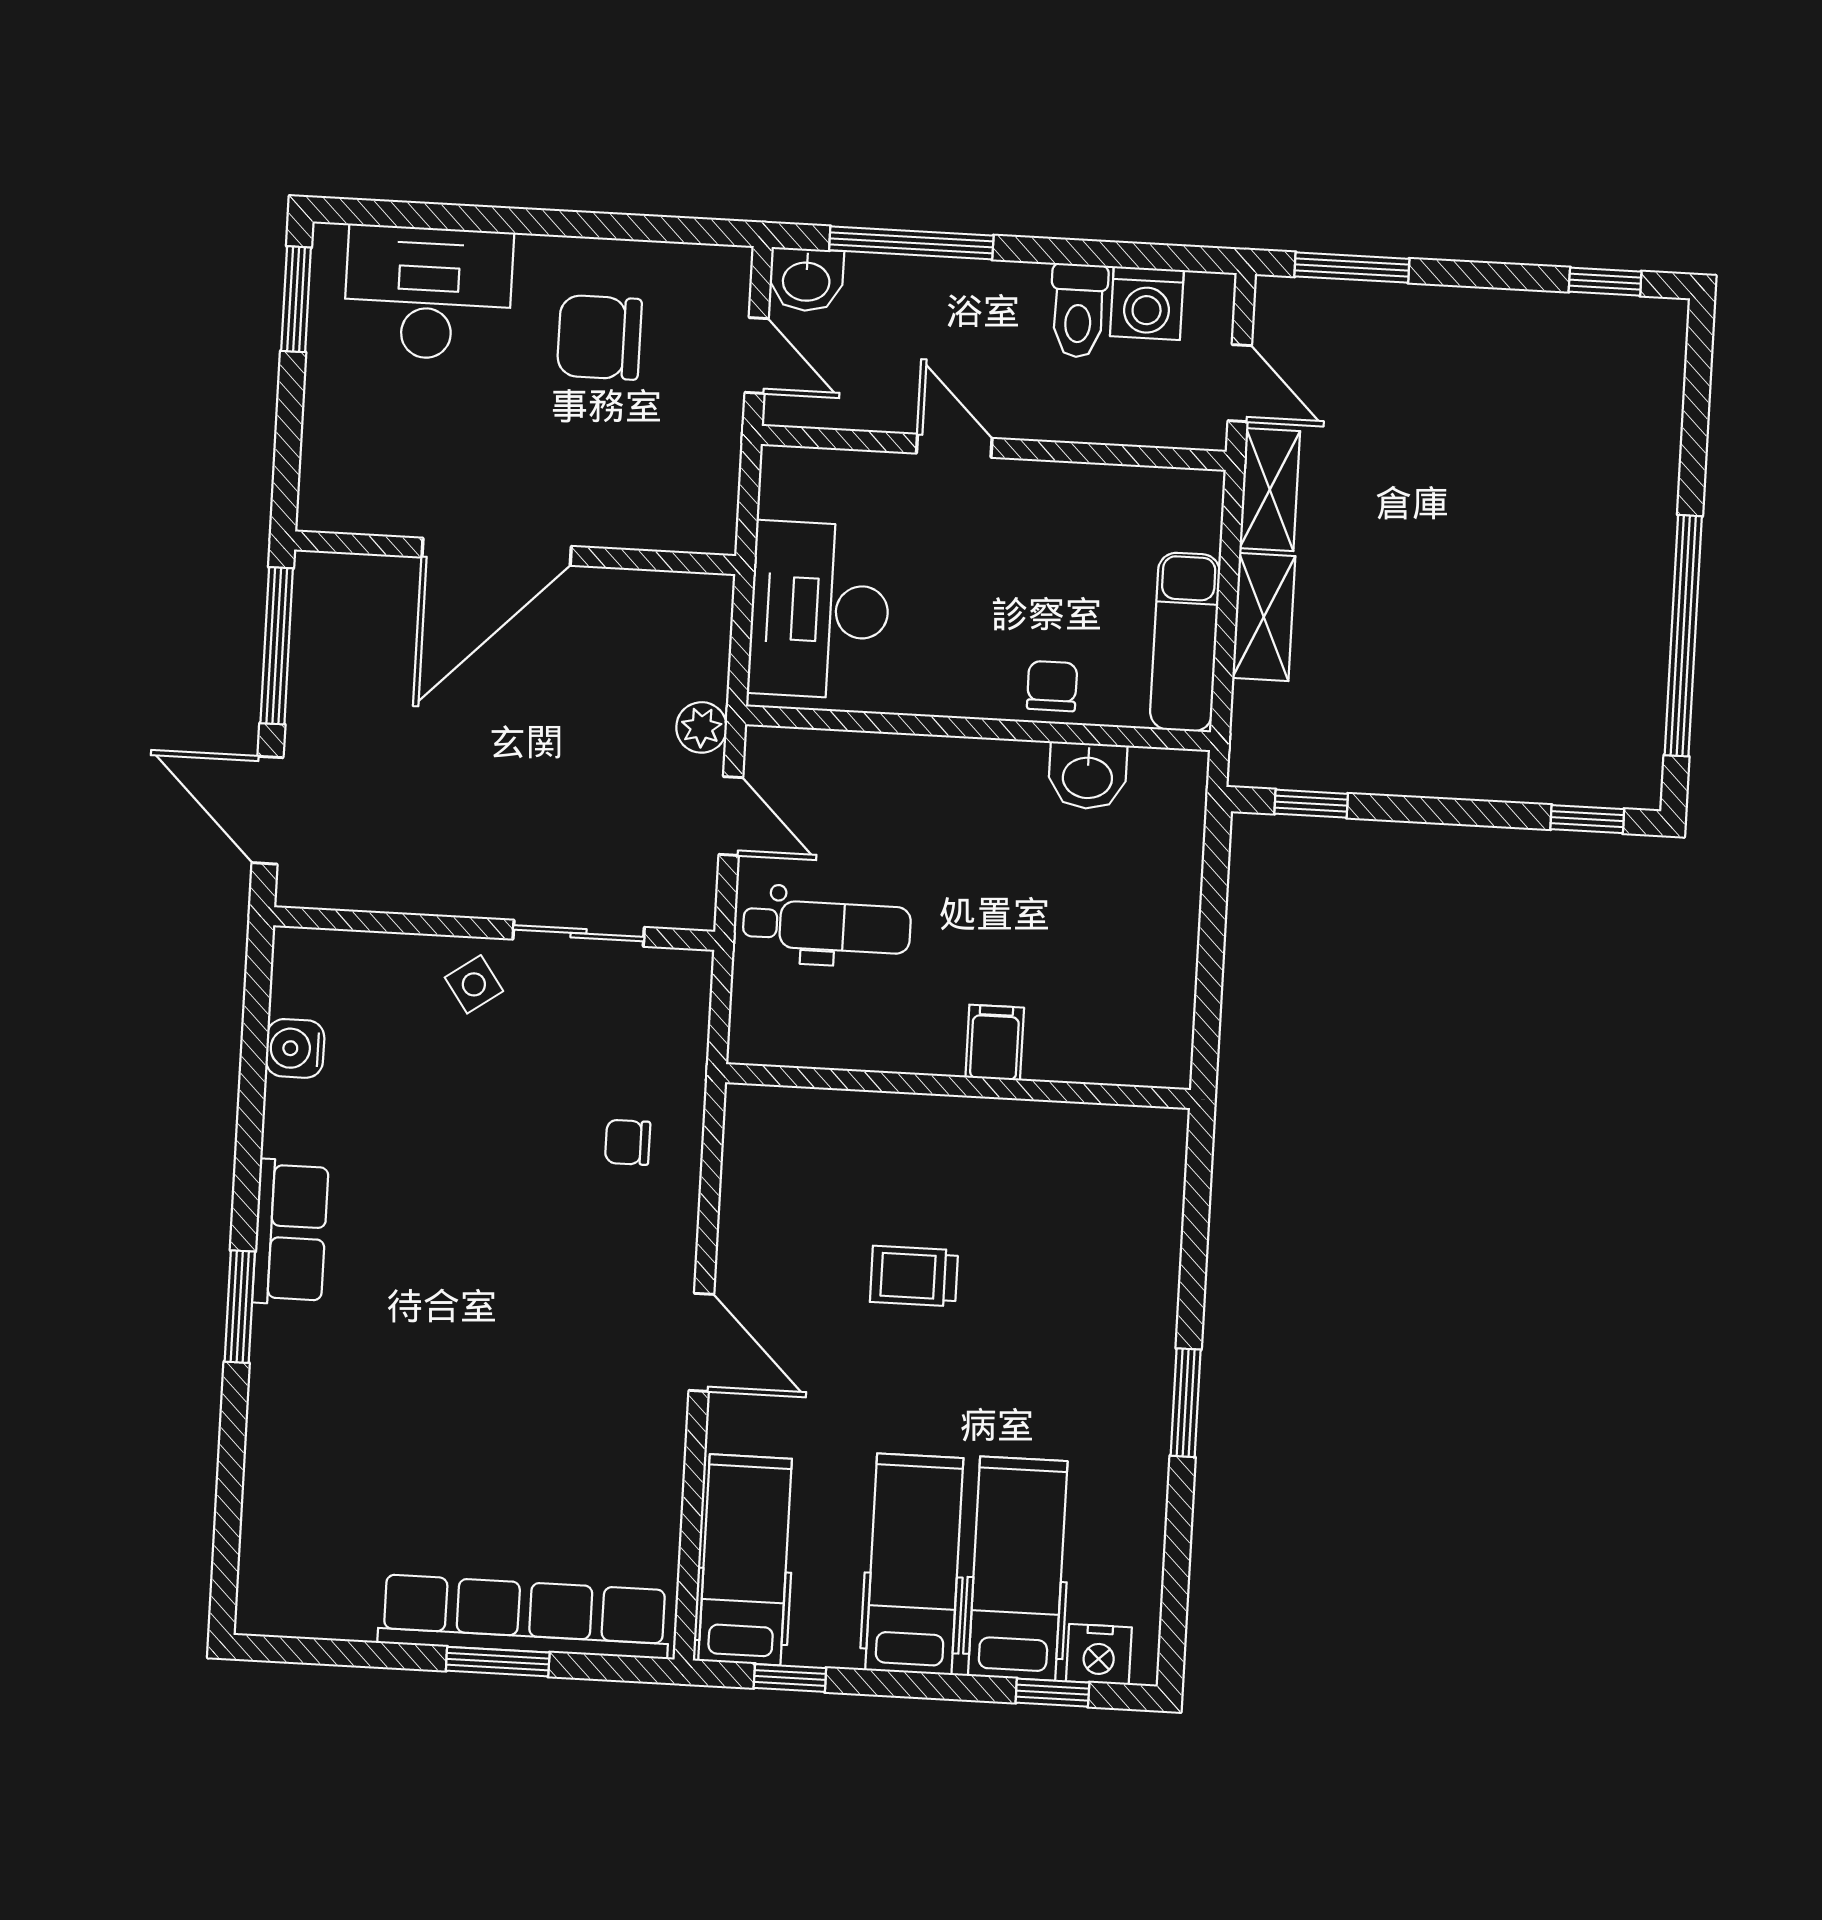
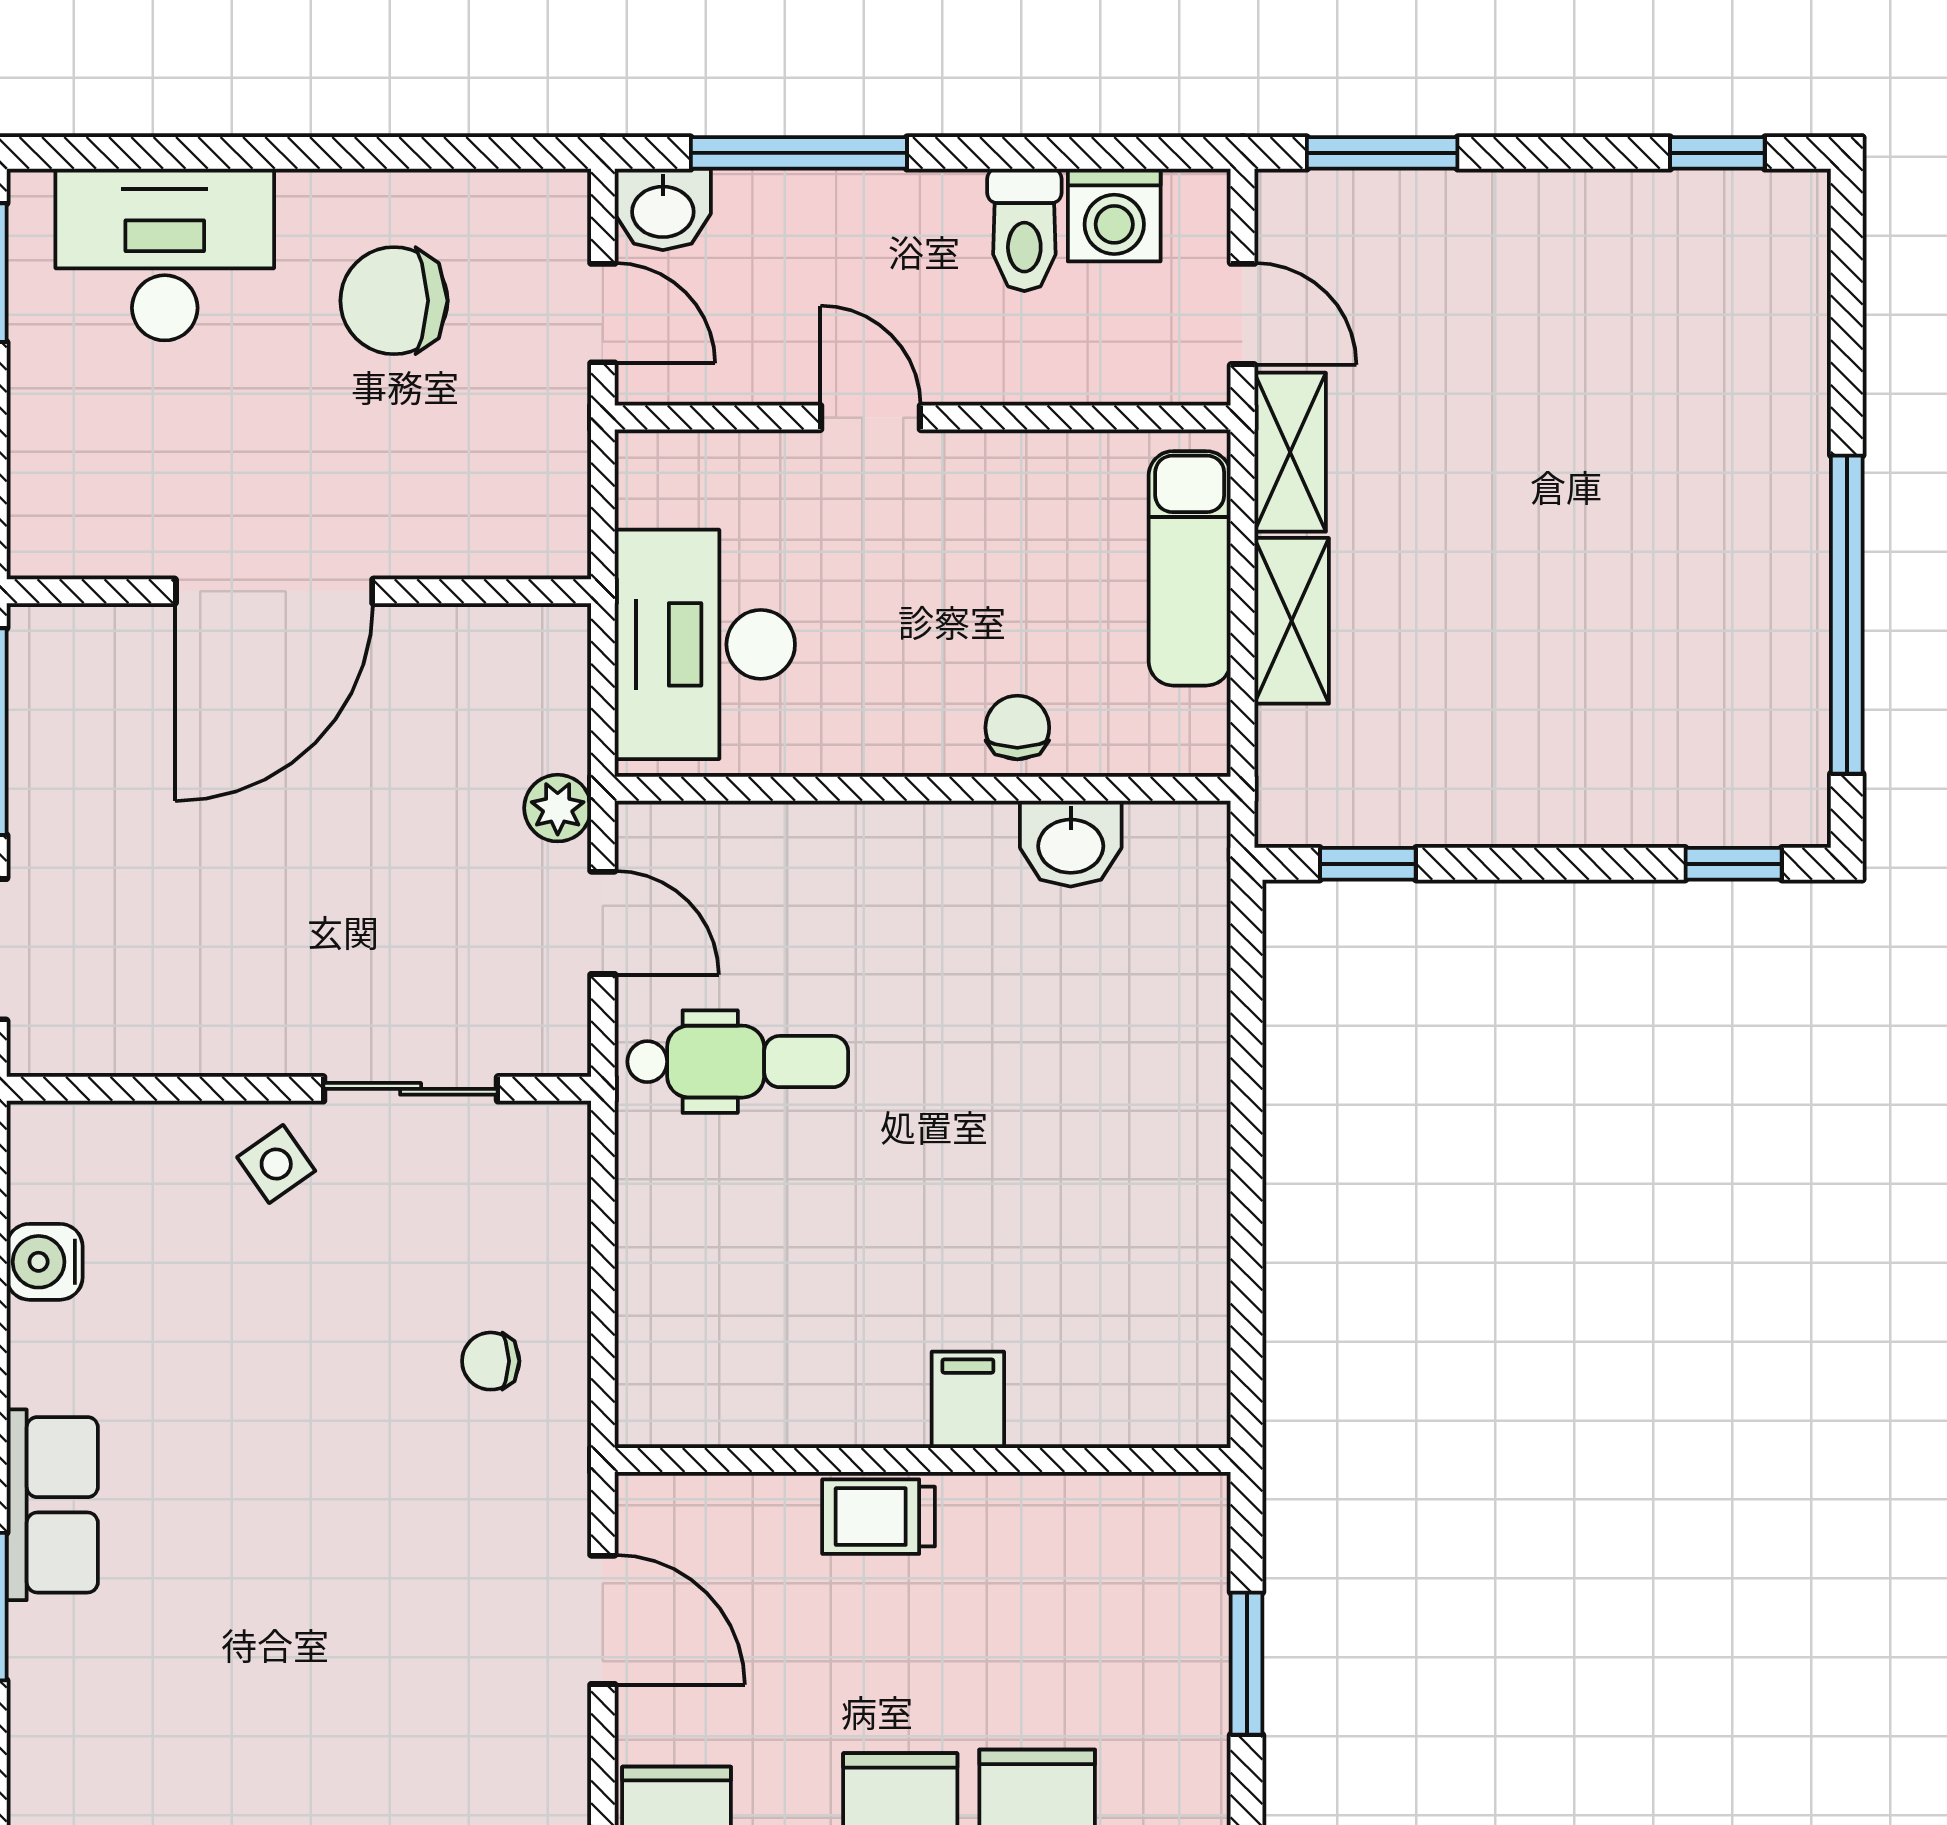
exam couch: (1185, 642) -> (1190, 568), moved
filing cabinet: (995, 1043) -> (968, 1400), moved
wall: (958, 1086) -> (923, 1460), moved

